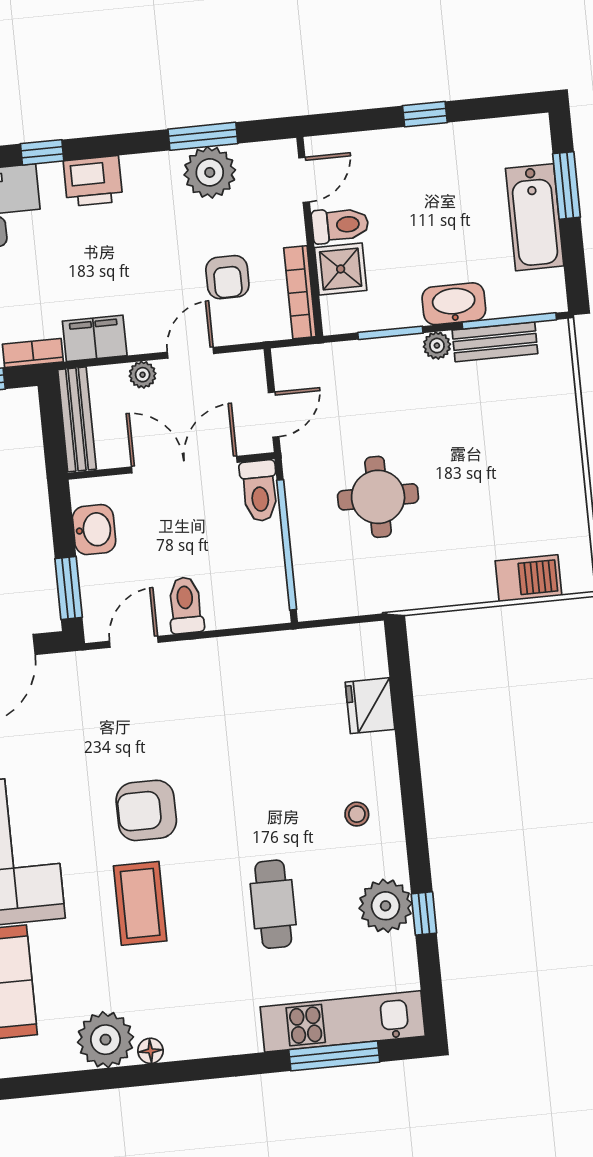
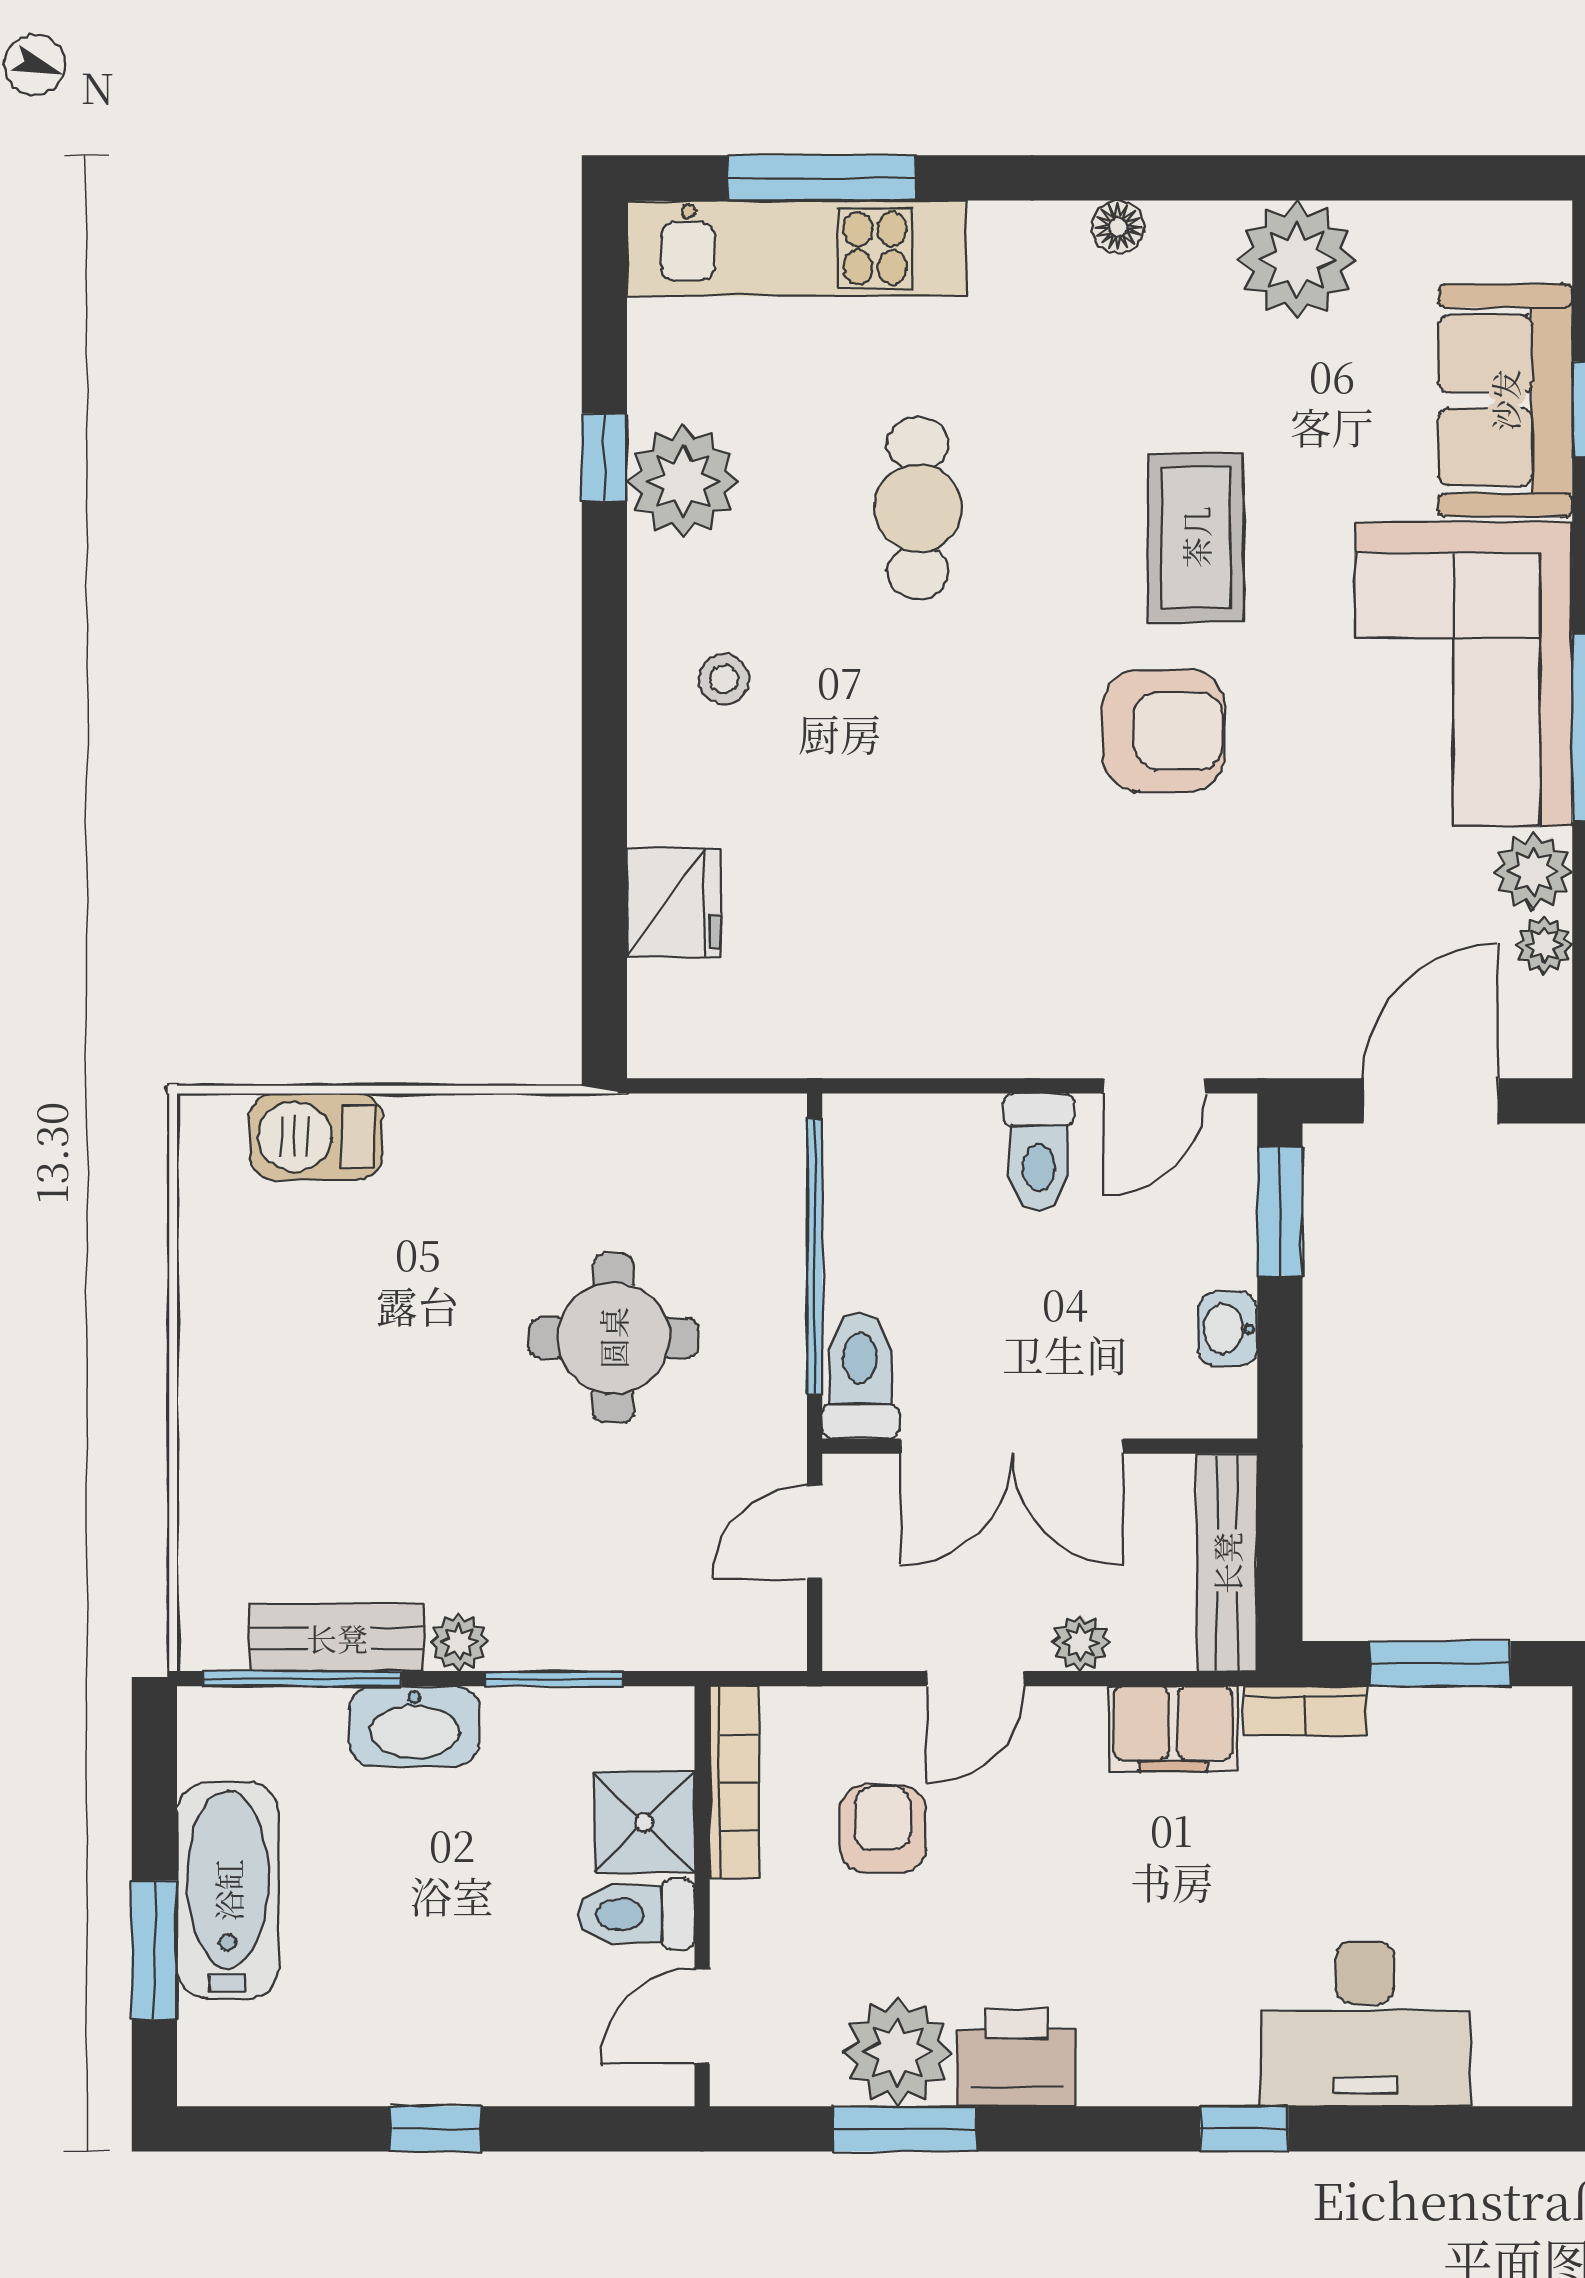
printer: (93, 181) -> (1017, 2058), moved
washbasin: (94, 530) -> (1228, 1329), width x0.72, depth x0.69
floor lamp: (150, 1051) -> (1118, 227), moved

